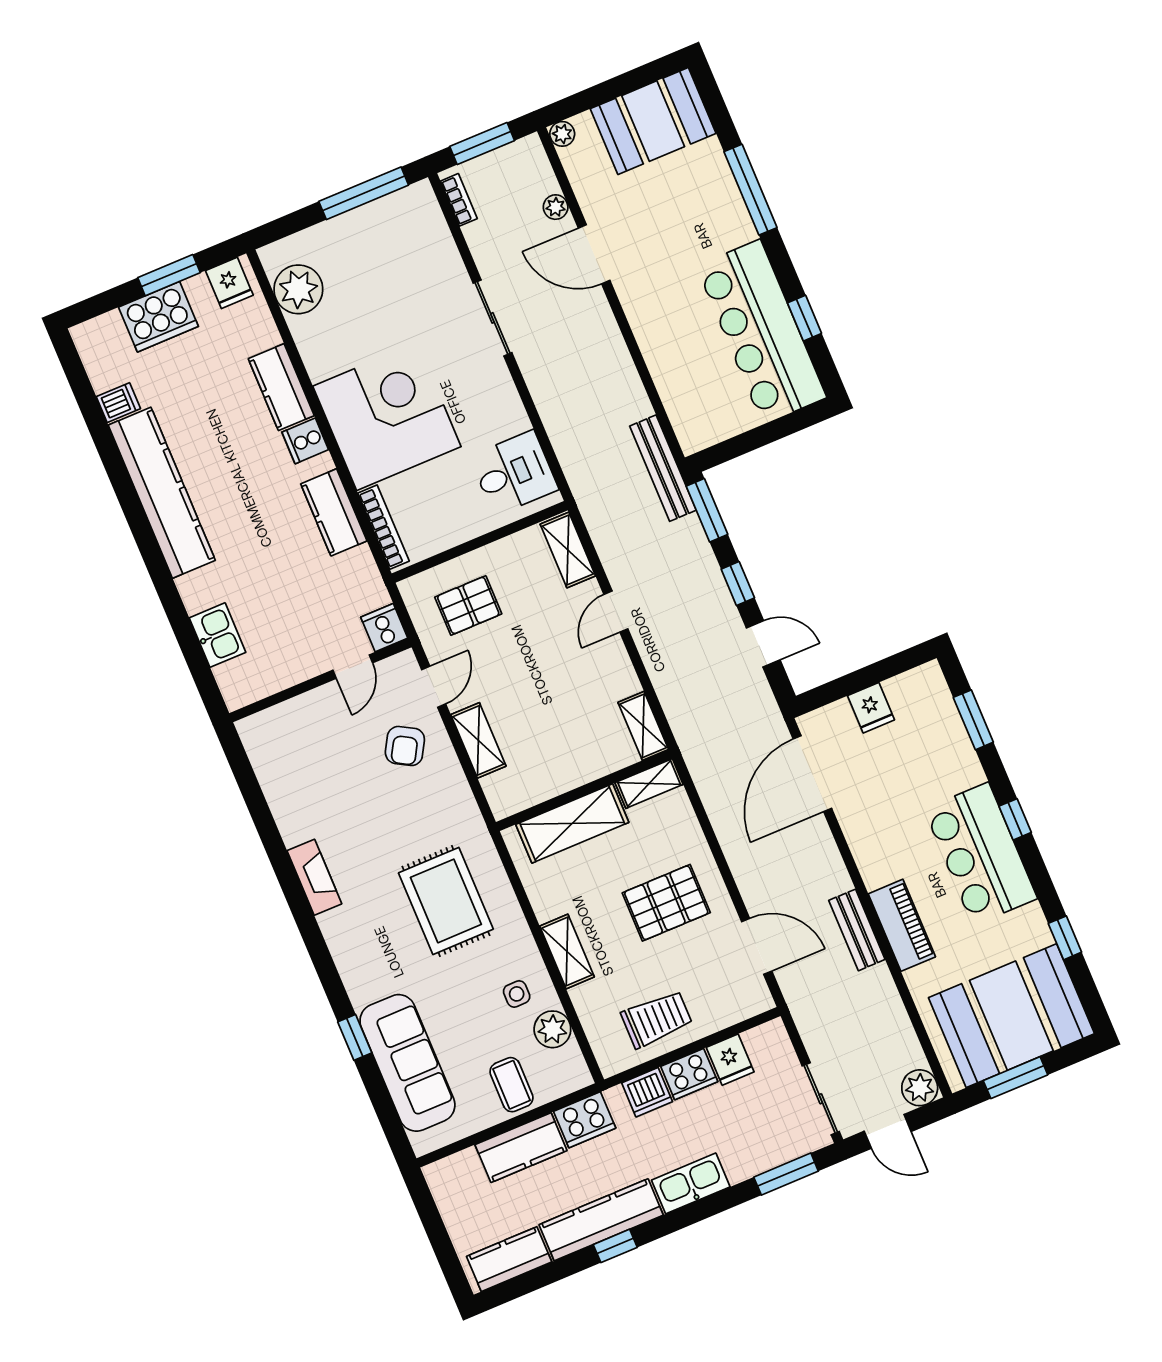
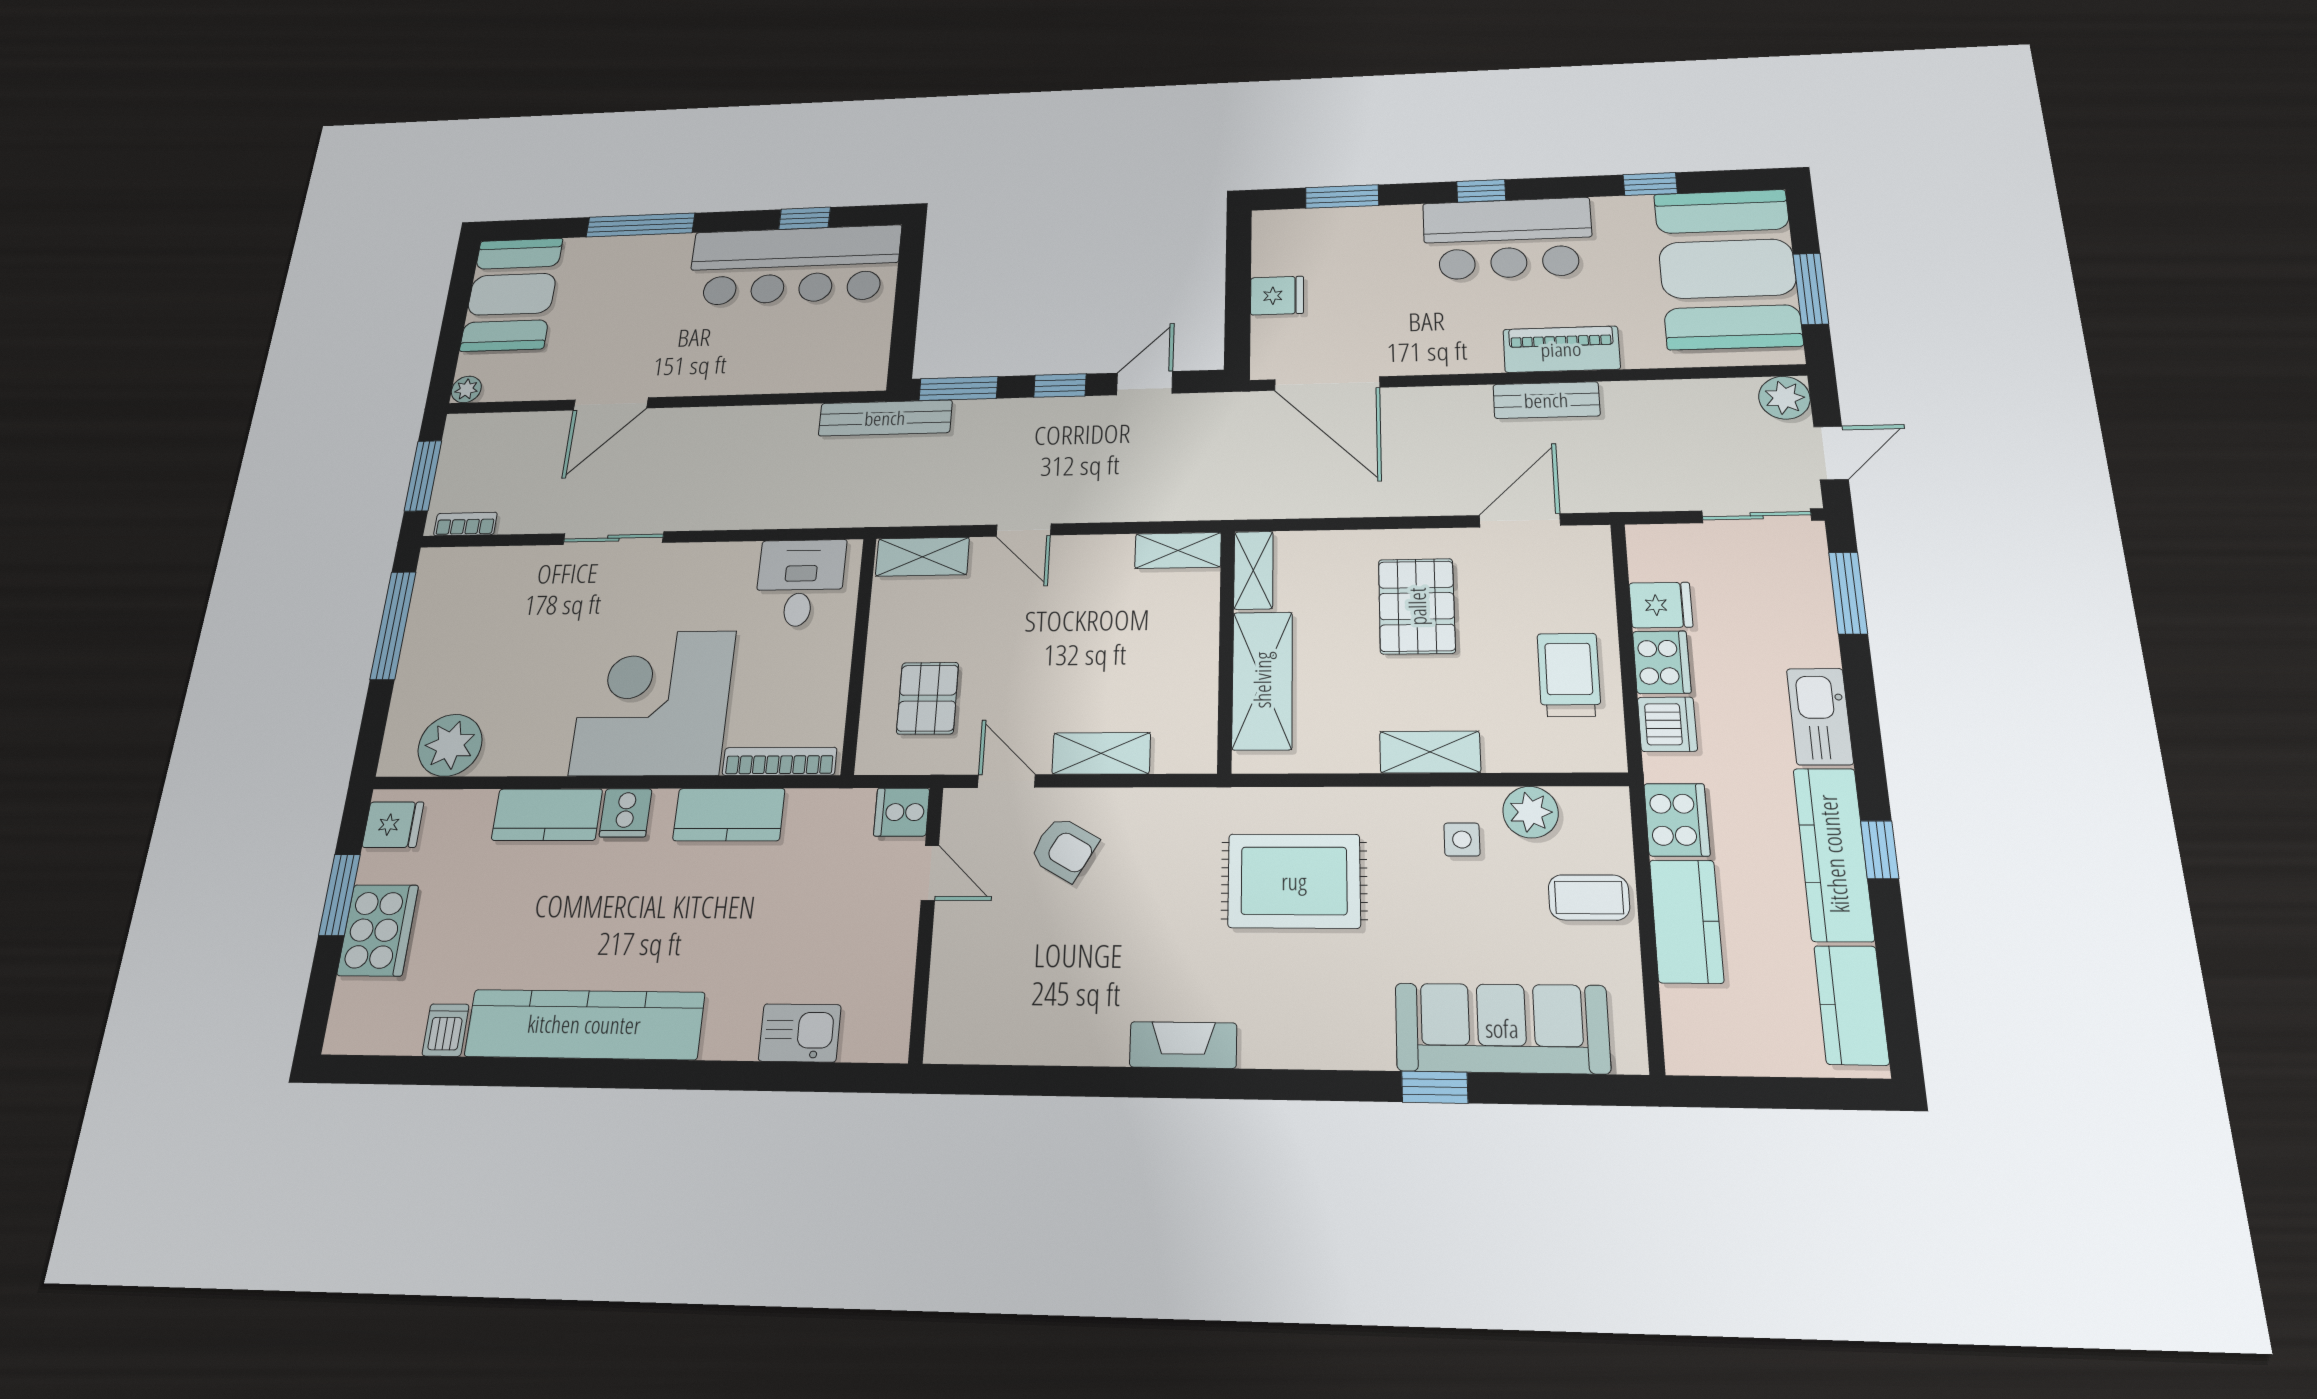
plant: (556, 207) -> (537, 425), removed

